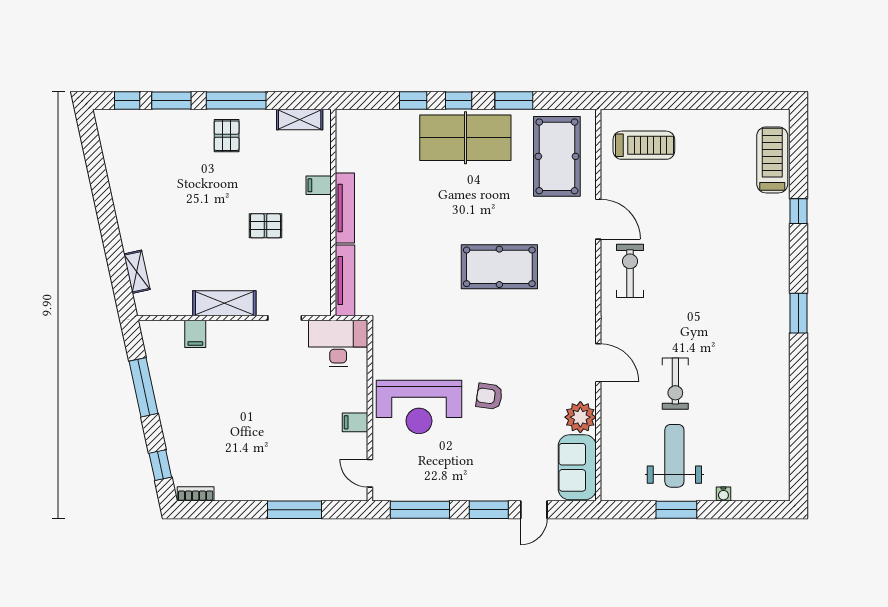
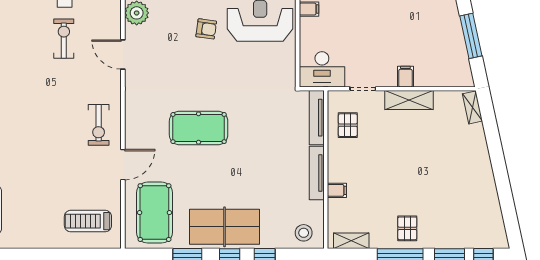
stool: (362, 130) -> (304, 233), added
door: (598, 219) -> (123, 165), swing flipped
pallet: (265, 226) -> (348, 125), moved, turned 90
shelving: (137, 272) -> (472, 107), moved
filing cabinet: (195, 334) -> (405, 77), moved

